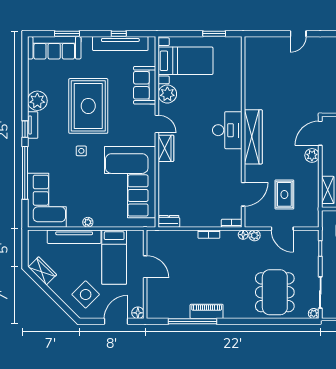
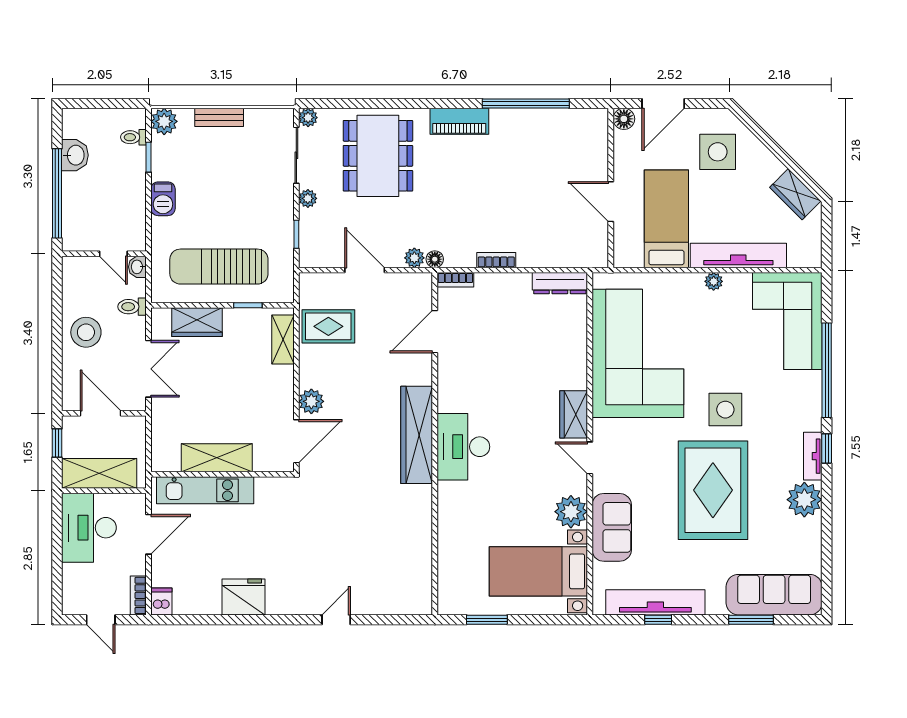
side table: (81, 151) -> (725, 410), width x1.87, depth x1.87
rug: (284, 194) -> (328, 326), moved, turned 90
dresser: (169, 221) -> (560, 283), width x1.44
plant: (314, 268) -> (308, 198), added
side table: (86, 294) -> (718, 152), turned 45
piano: (207, 311) -> (459, 121), moved

